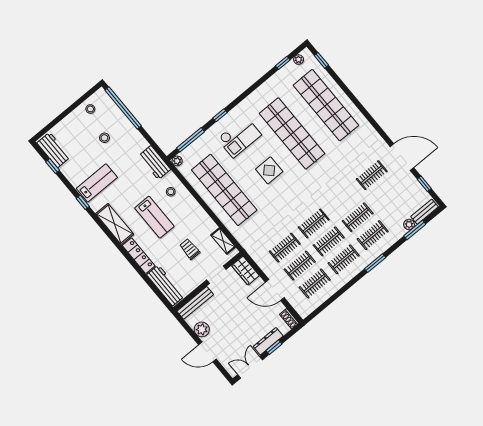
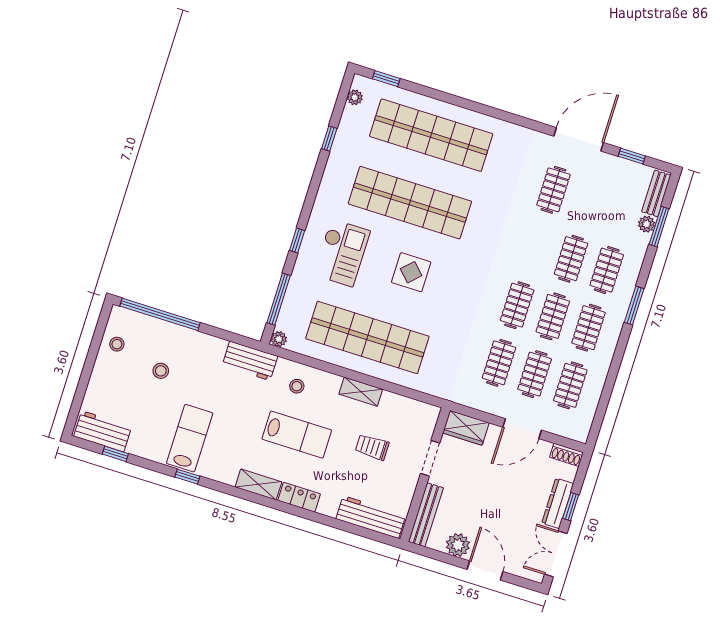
window: (283, 63) -> (329, 138), moved
shelving: (115, 224) -> (258, 484), width x0.67, depth x0.75
shelving: (223, 241) -> (361, 392), moved
locker: (139, 256) -> (299, 497), width x0.66
door: (207, 352) -> (485, 570), swing flipped

